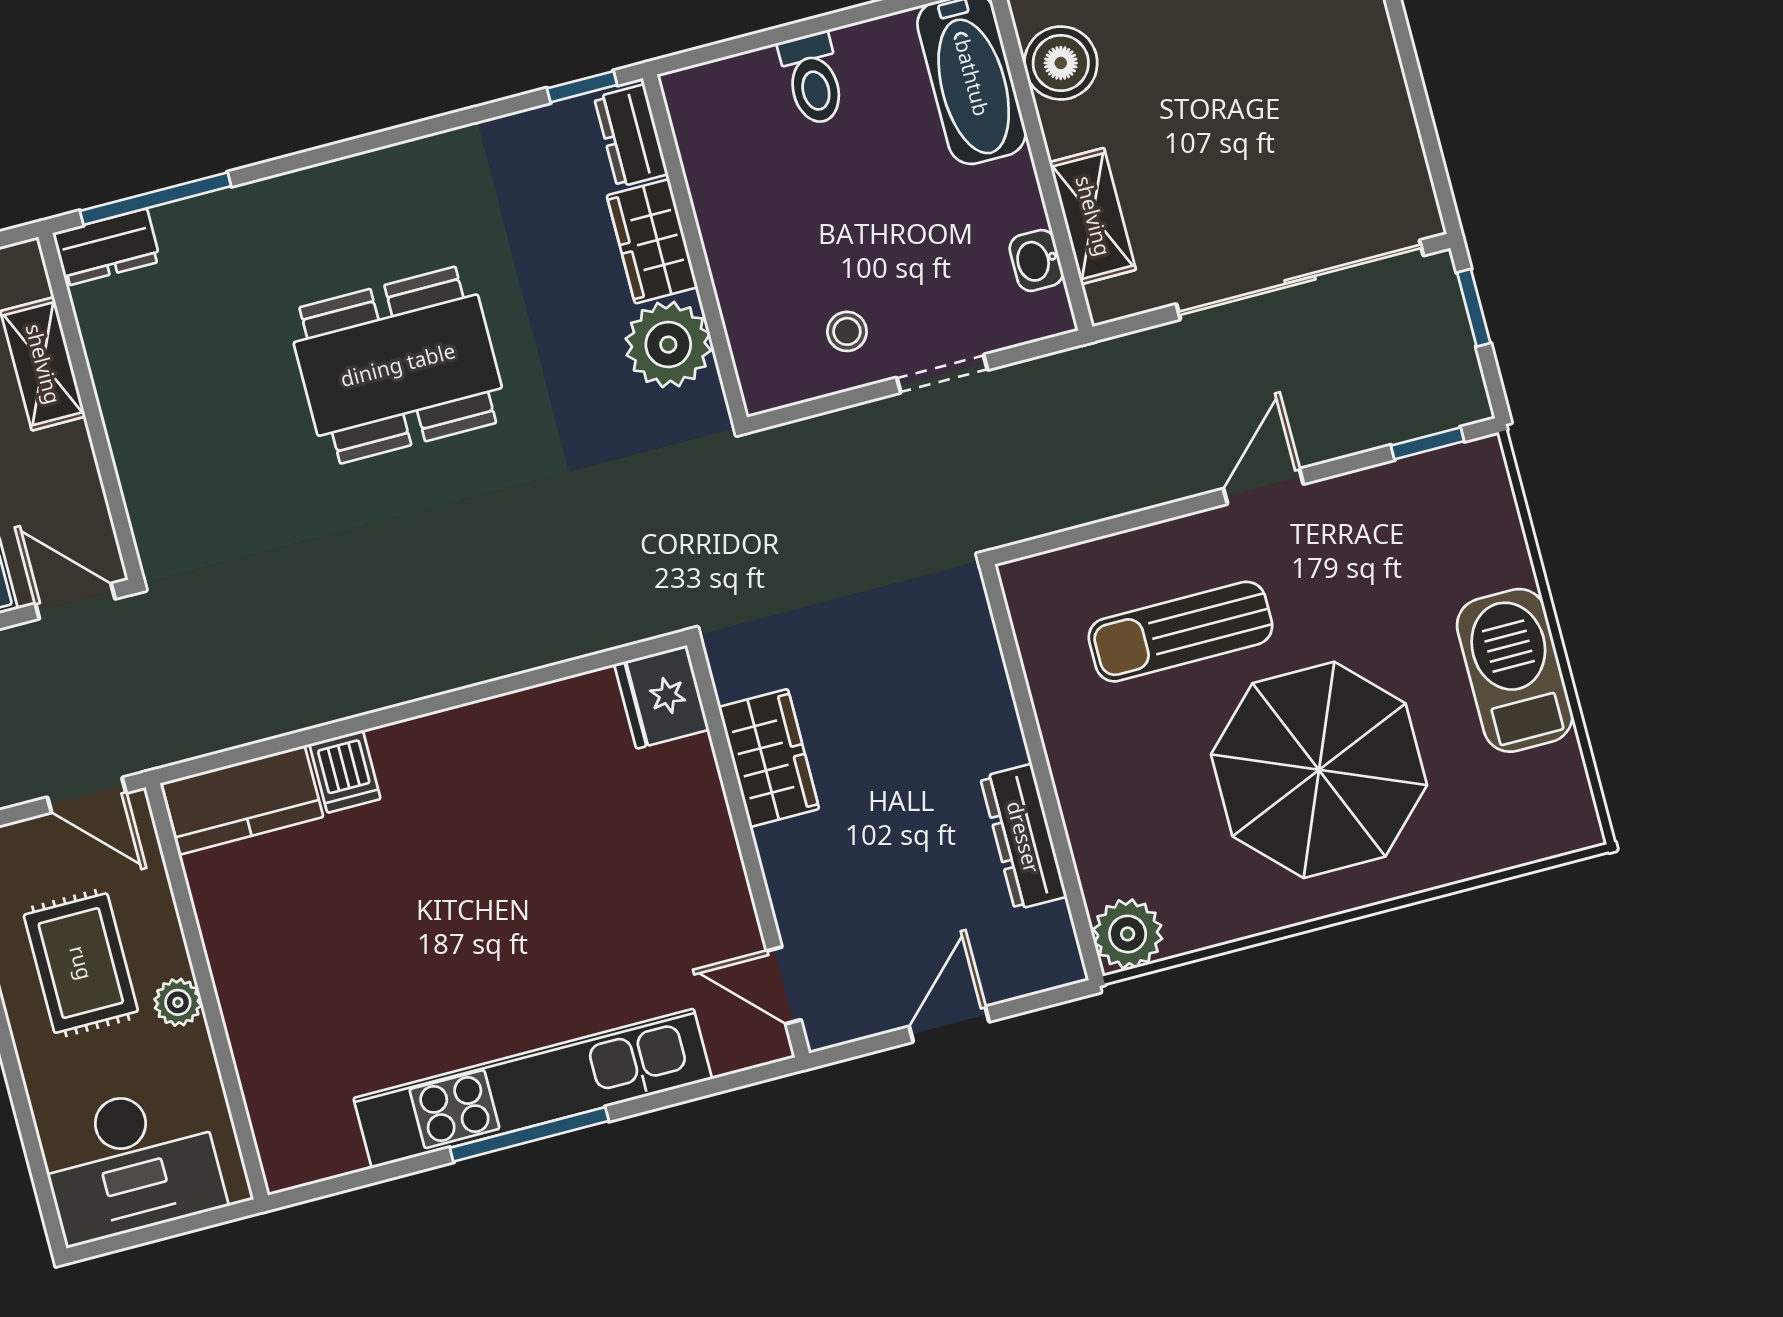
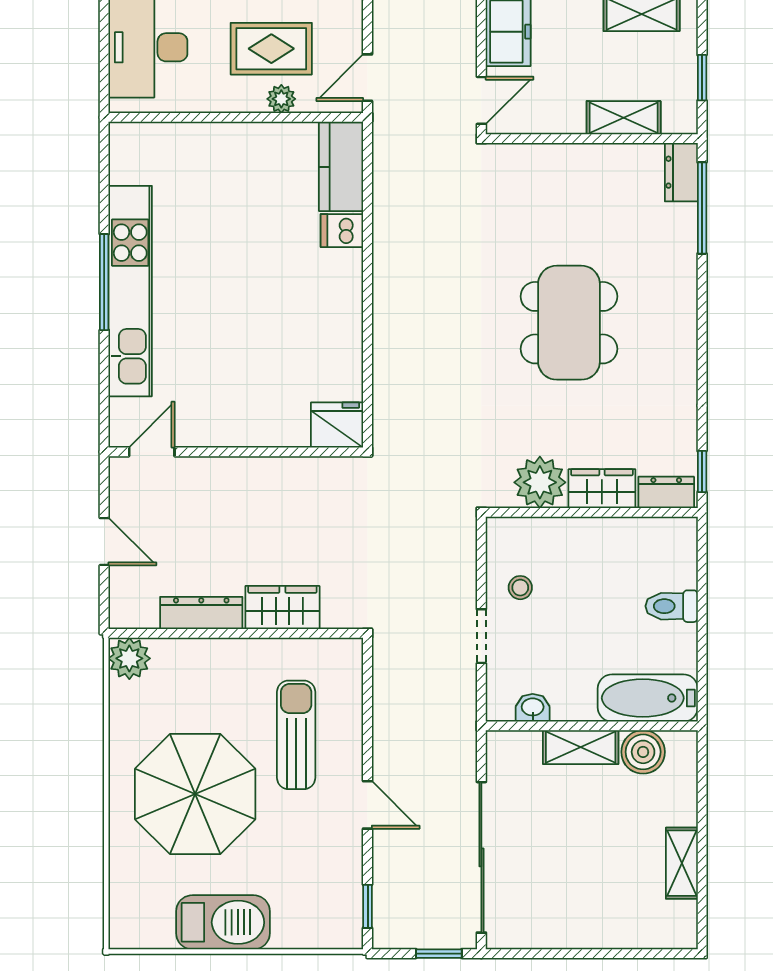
shelving: (1093, 216) -> (581, 747), moved
wardrobe: (769, 758) -> (282, 608), moved, turned 180
plant: (178, 1002) -> (281, 99), moved

